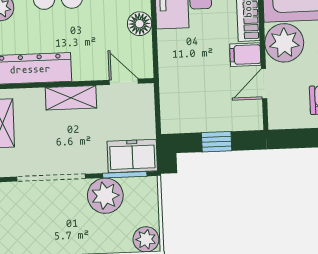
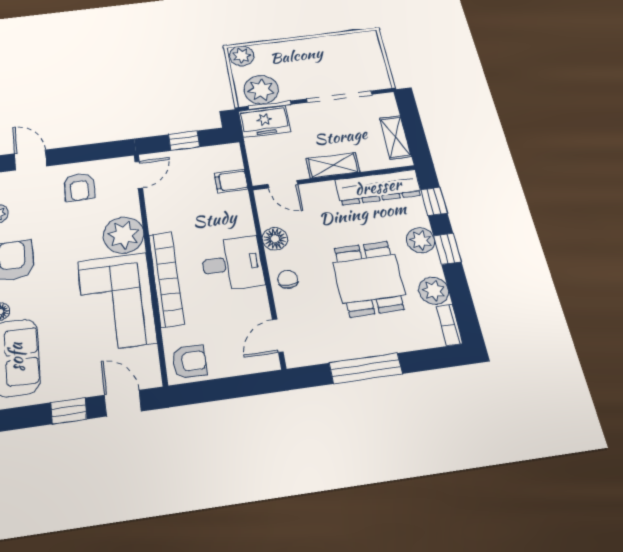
filing cabinet: (245, 55) -> (231, 181), moved, turned 180
door: (264, 84) -> (139, 175), moved
plant: (105, 196) -> (261, 90), moved

